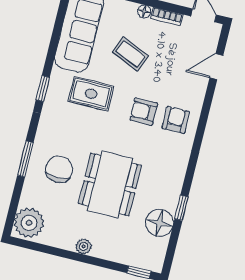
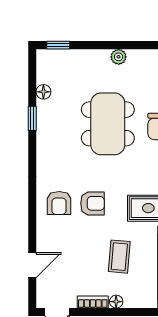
coffee table: (130, 54) -> (119, 257), turned 72
floor lamp: (159, 223) -> (43, 92), width x0.53, depth x0.53

